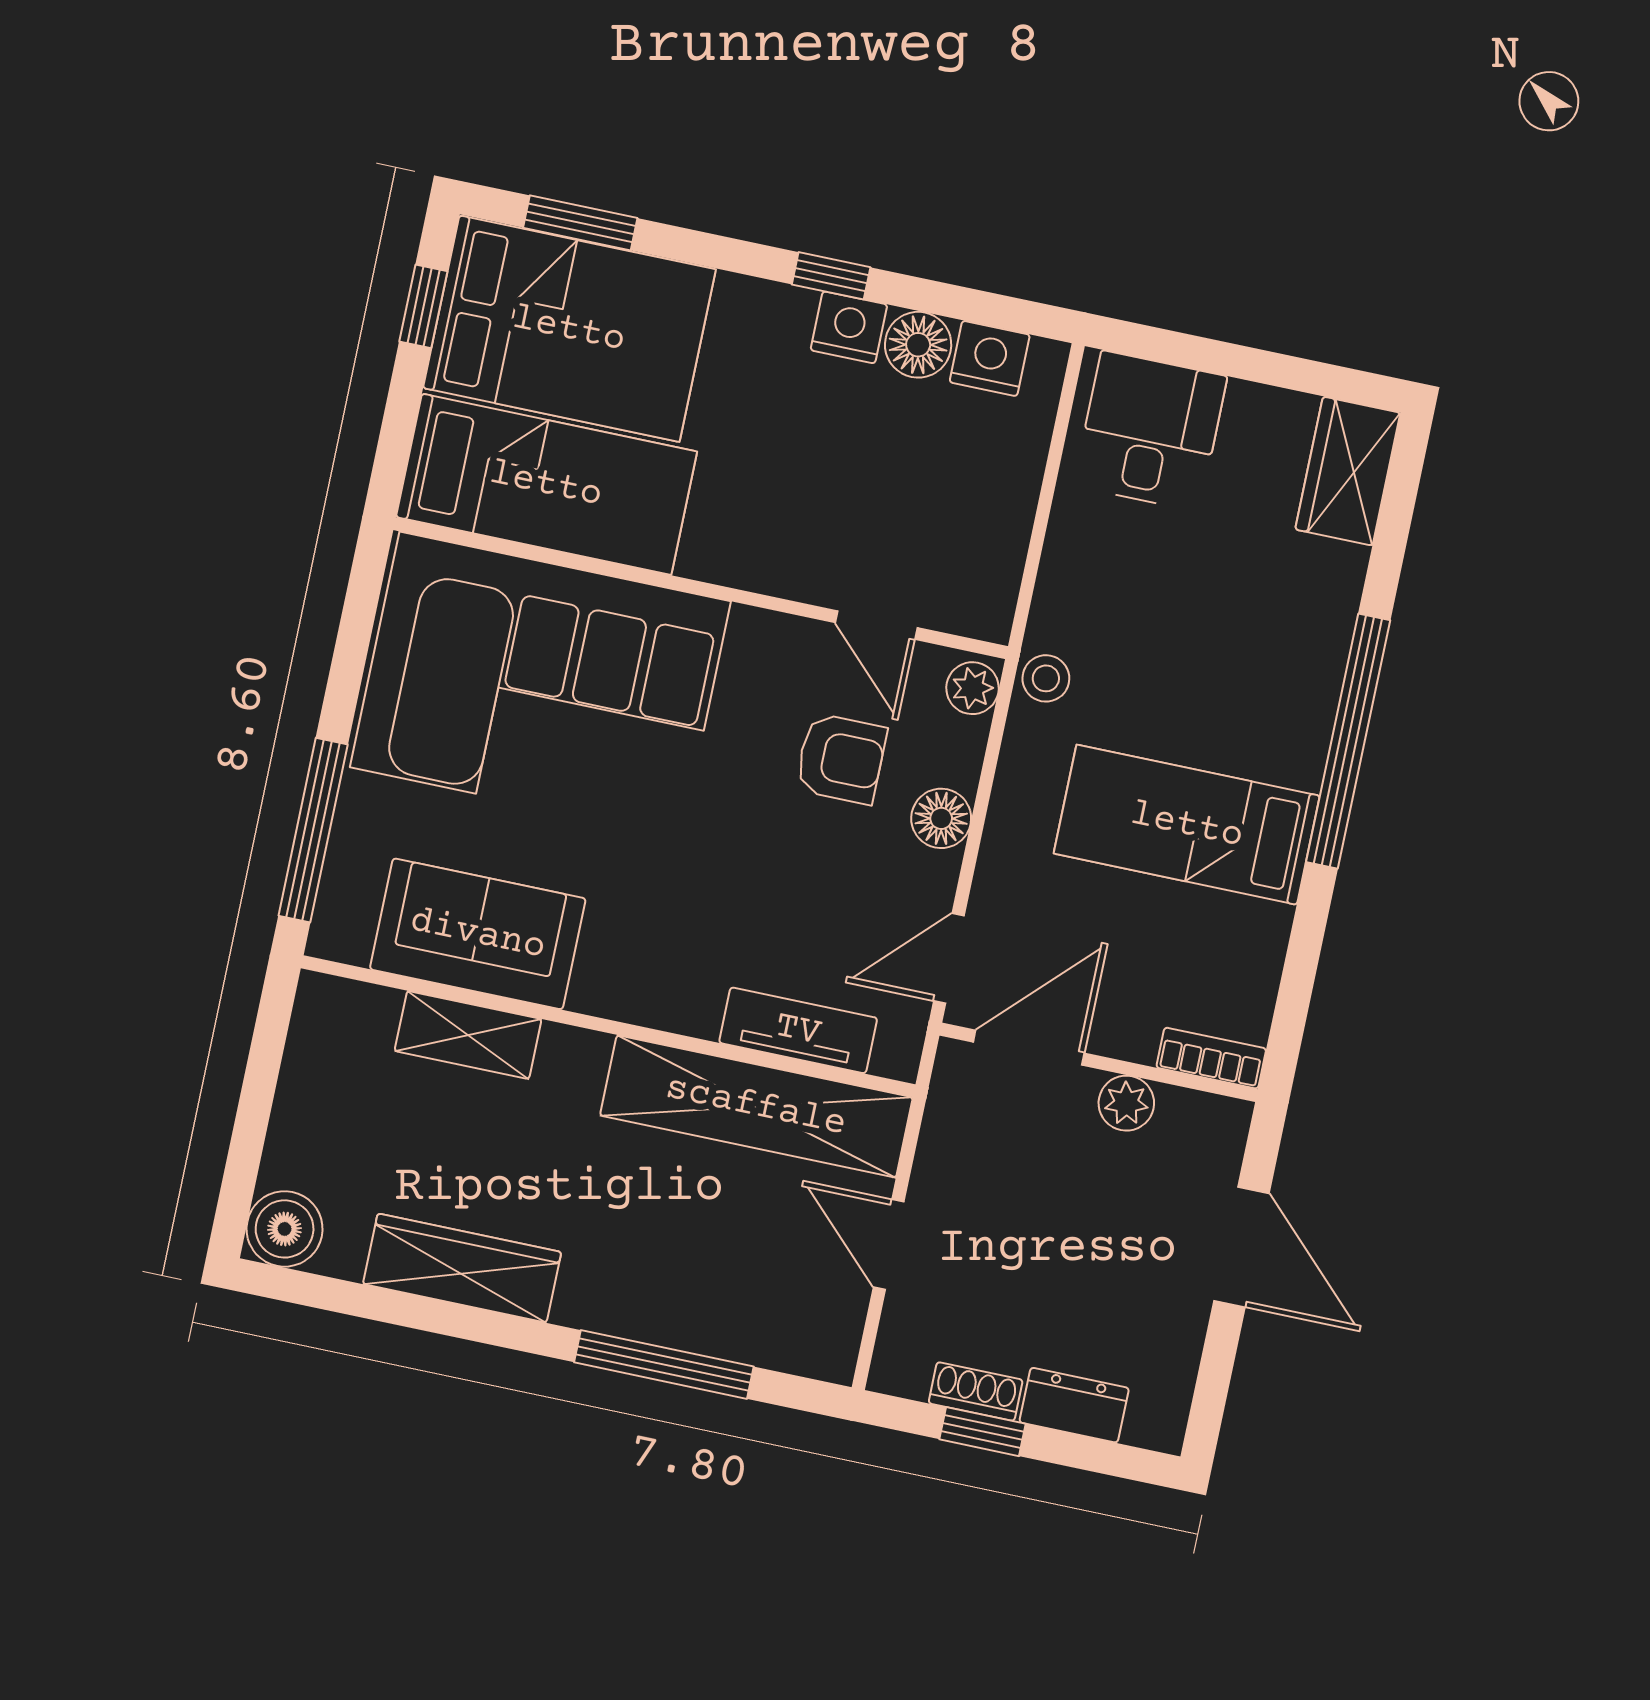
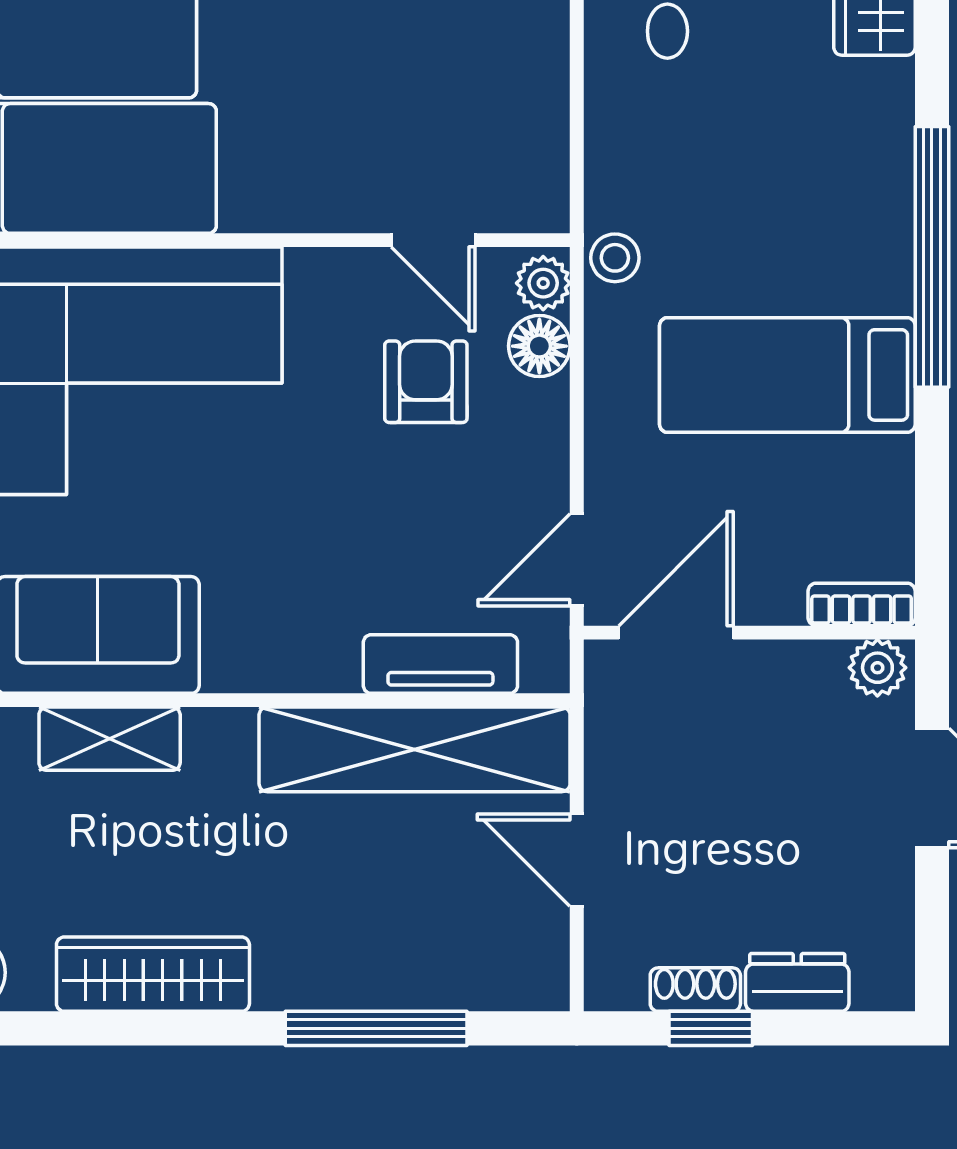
armchair: (841, 759) -> (426, 382), turned -90
floor lamp: (941, 818) -> (539, 346), moved
plant: (1126, 1103) -> (877, 668), moved

